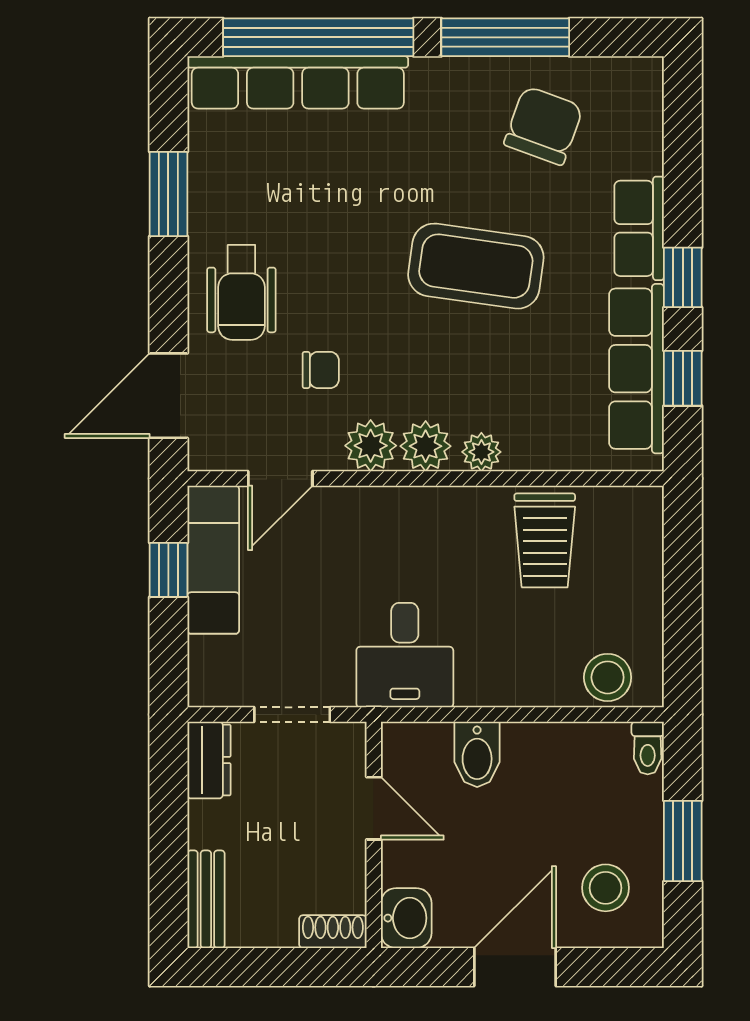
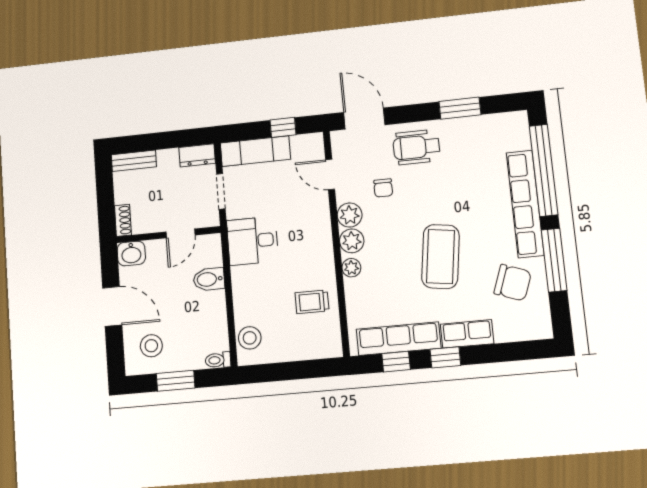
row of seats: (298, 82) -> (525, 204), moved
trolley: (545, 540) -> (312, 302), width x0.73, depth x0.72
exam couch: (213, 560) -> (255, 151), moved

